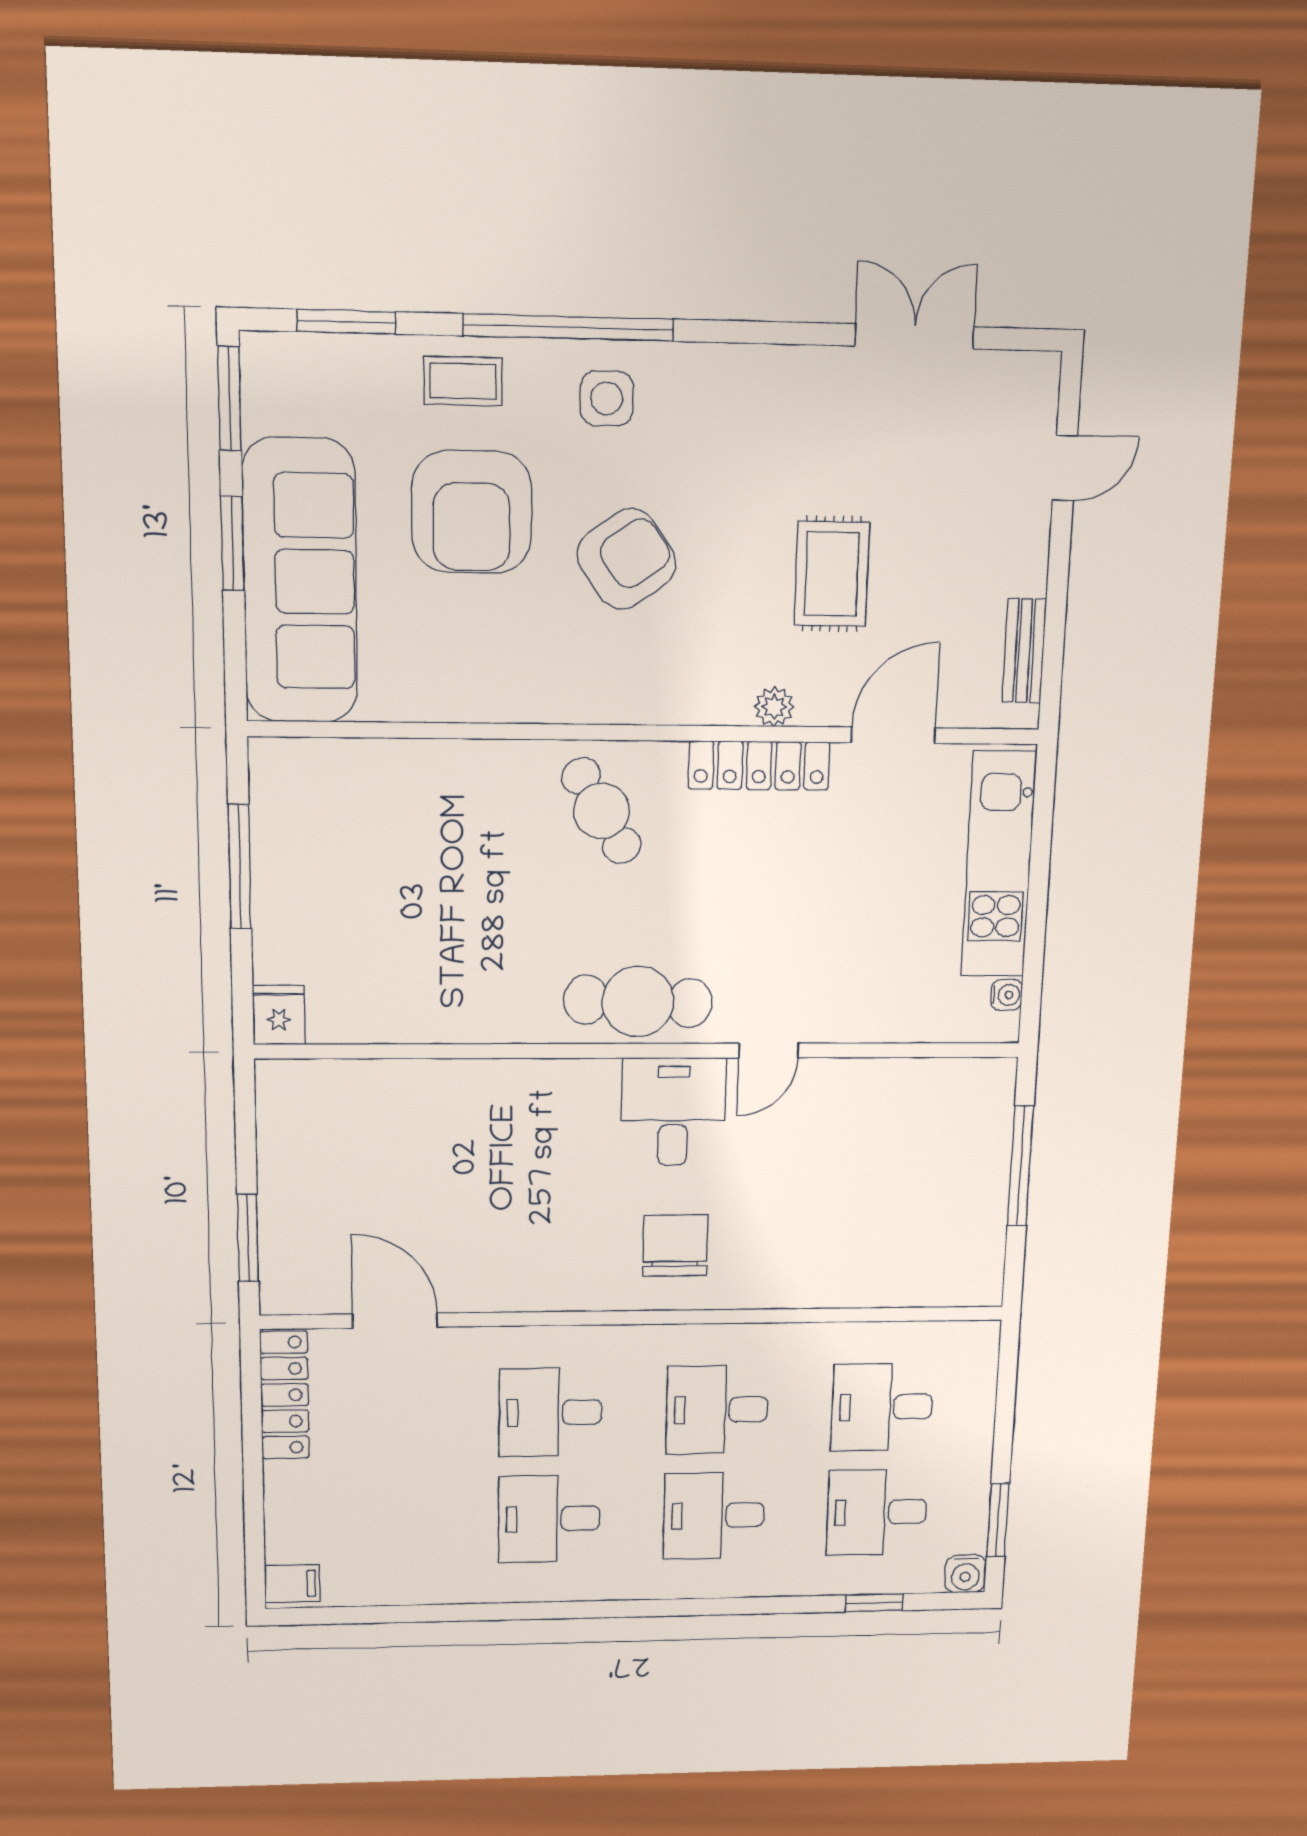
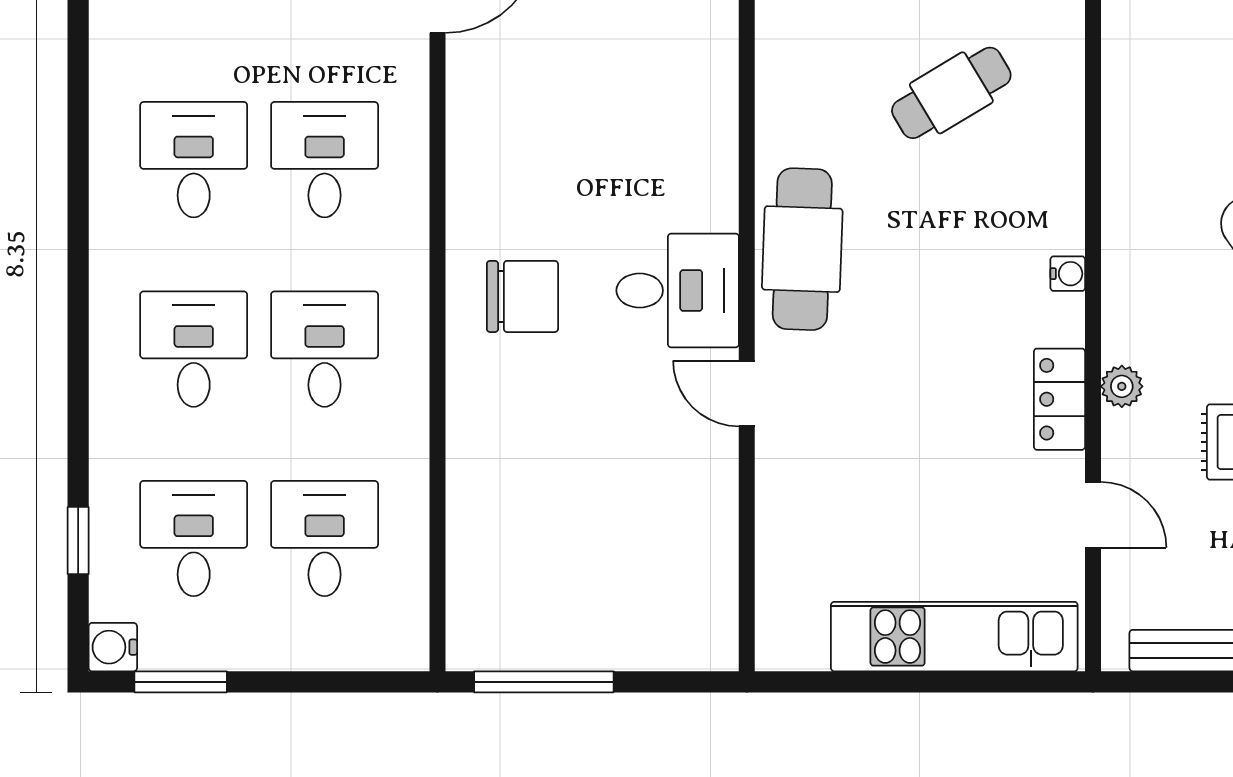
door: (893, 735) -> (1093, 515), width x0.73
locker: (759, 765) -> (1059, 399), width x0.66
cafe table: (602, 811) -> (951, 93), moved
water cooler: (1006, 995) -> (1068, 274), moved, turned -90
window: (1020, 1166) -> (544, 682), moved

